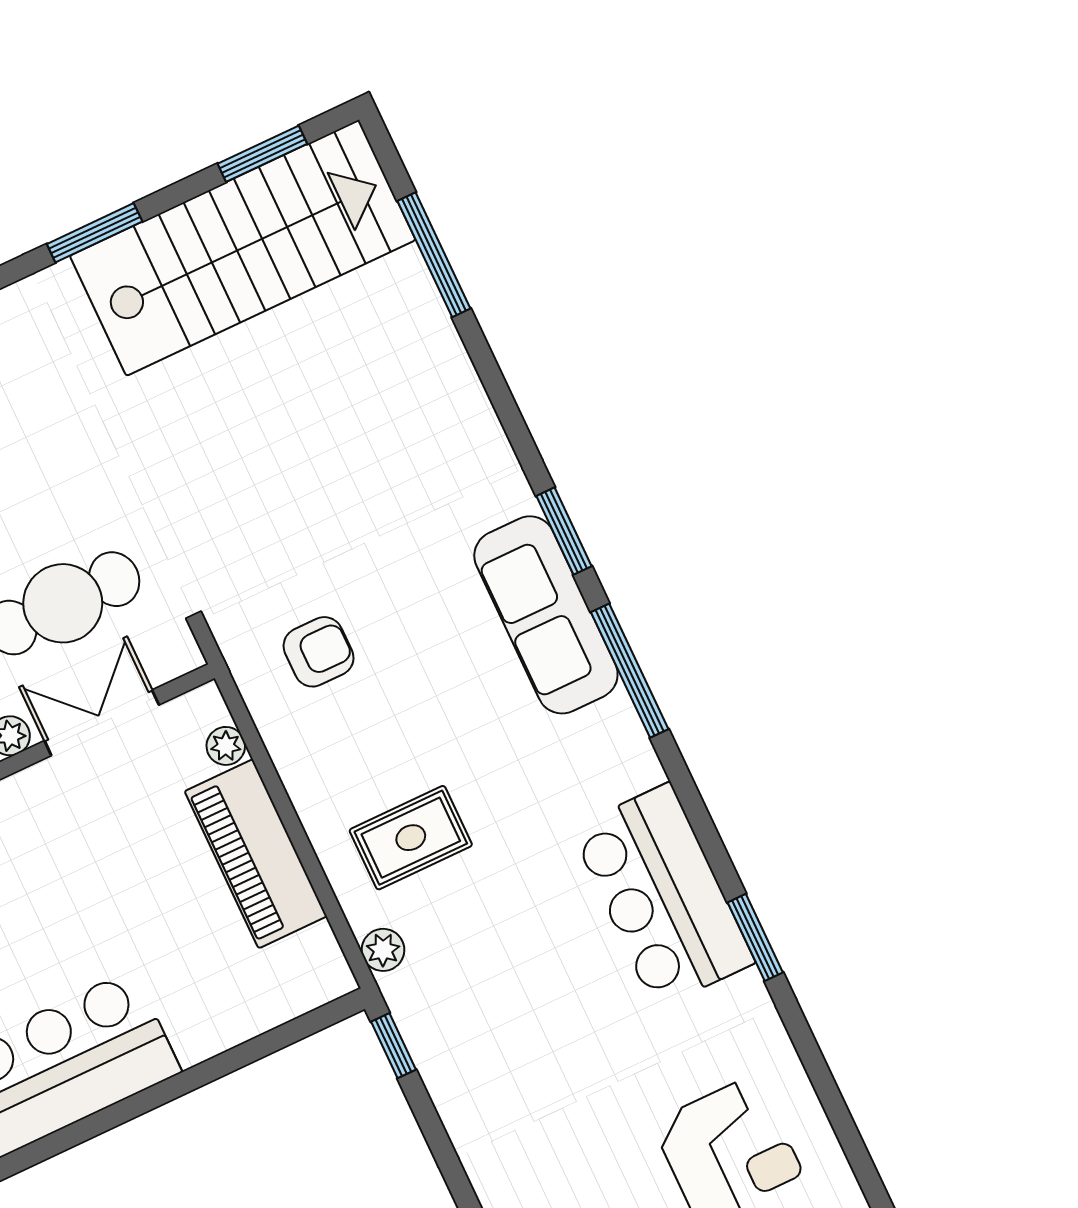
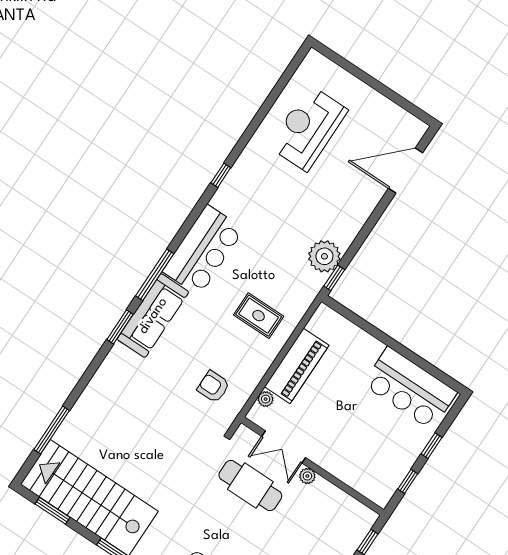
bar counter: (663, 896) -> (203, 250), moved
window: (755, 937) -> (221, 175), width x0.67
plant: (383, 950) -> (324, 256), moved, width x1.87, depth x1.87

